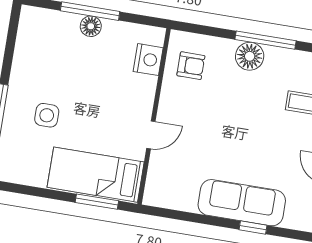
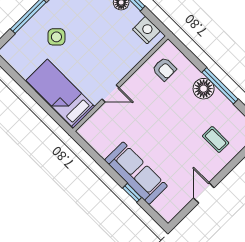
nightstand: (148, 60) -> (146, 30), moved, turned -90
side table: (47, 115) -> (56, 37), turned 45
window: (97, 202) -> (49, 110), removed

